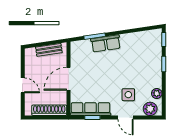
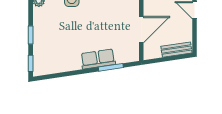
bench: (49, 50) -> (176, 50), moved
door: (68, 79) -> (141, 30), moved

